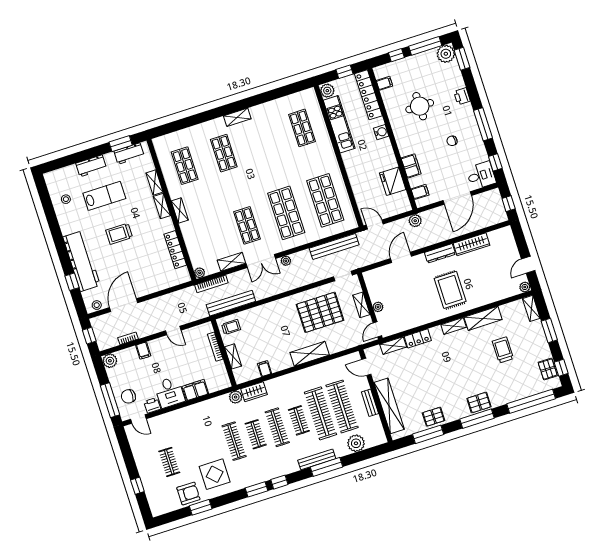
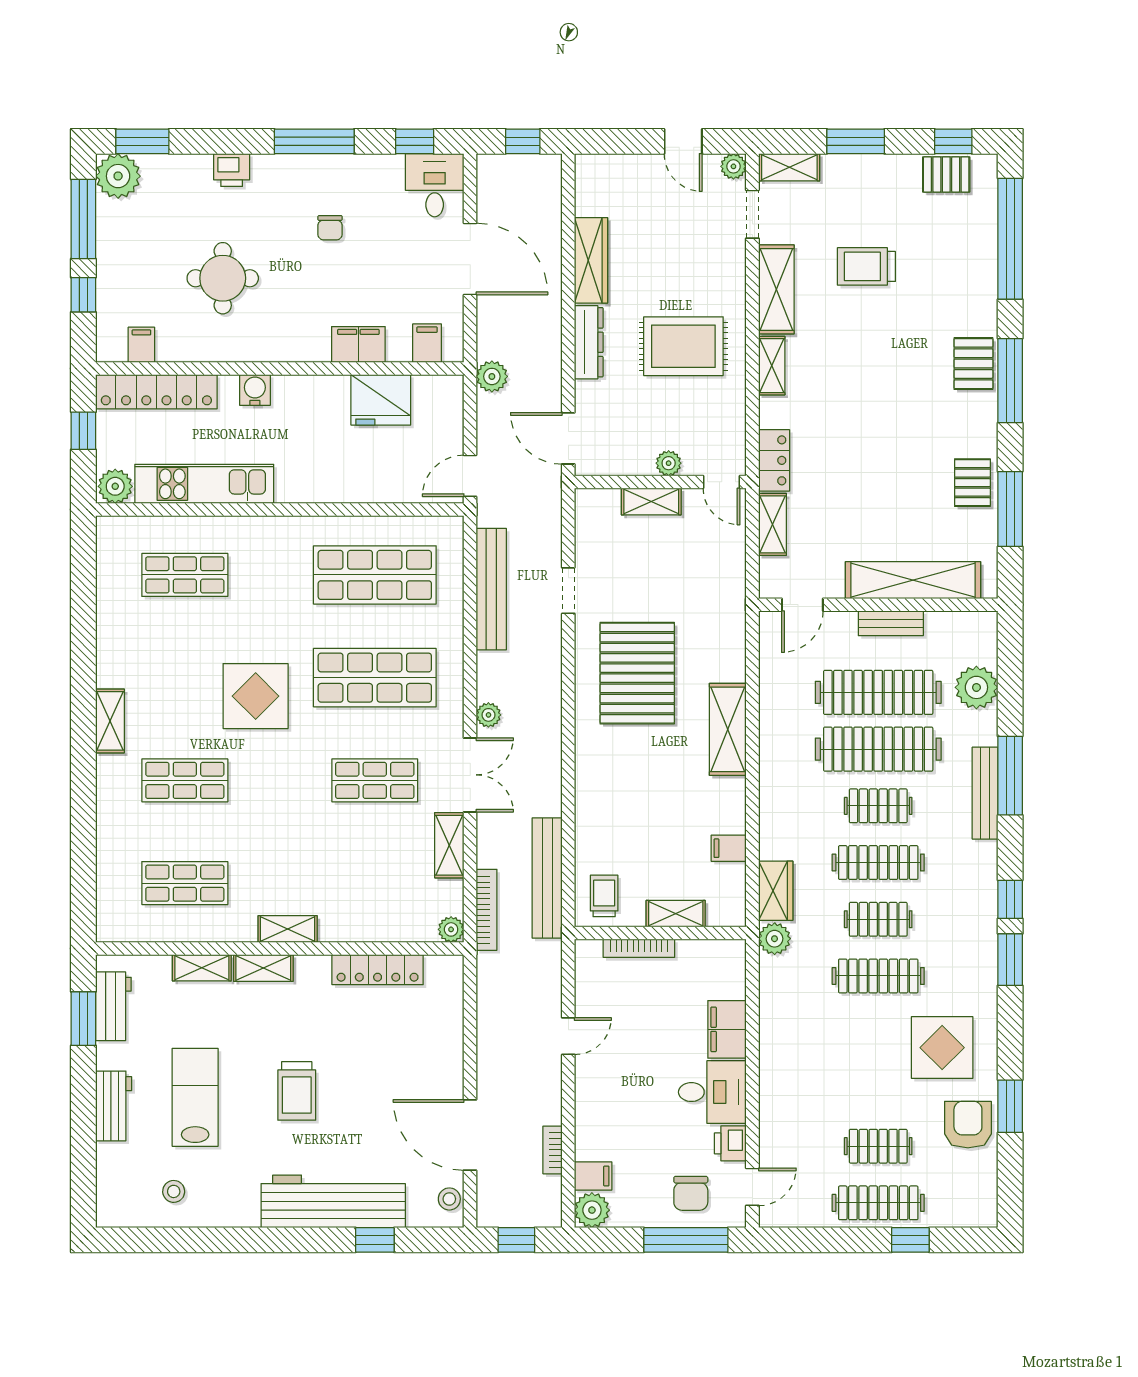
display table: (265, 170) -> (256, 696), added
doorway: (509, 300) -> (752, 214), added
shelving: (361, 305) -> (651, 502), moved
wall: (370, 306) -> (660, 482), moved
plant: (378, 307) -> (669, 463), moved
door: (377, 329) -> (722, 482), moved
filing cabinet: (143, 351) -> (593, 1176), moved
clothes rail: (148, 469) -> (878, 1203), added

